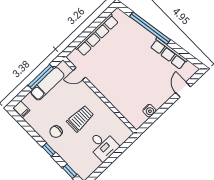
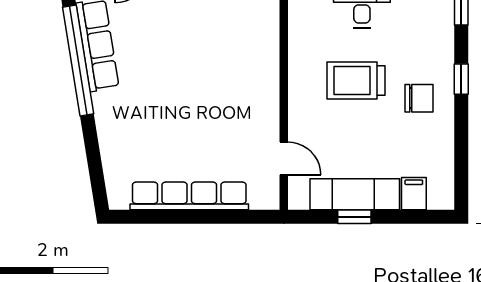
window: (150, 28) -> (78, 60), moved
window: (41, 77) -> (354, 217), width x0.46
filing cabinet: (22, 109) -> (414, 194), moved

